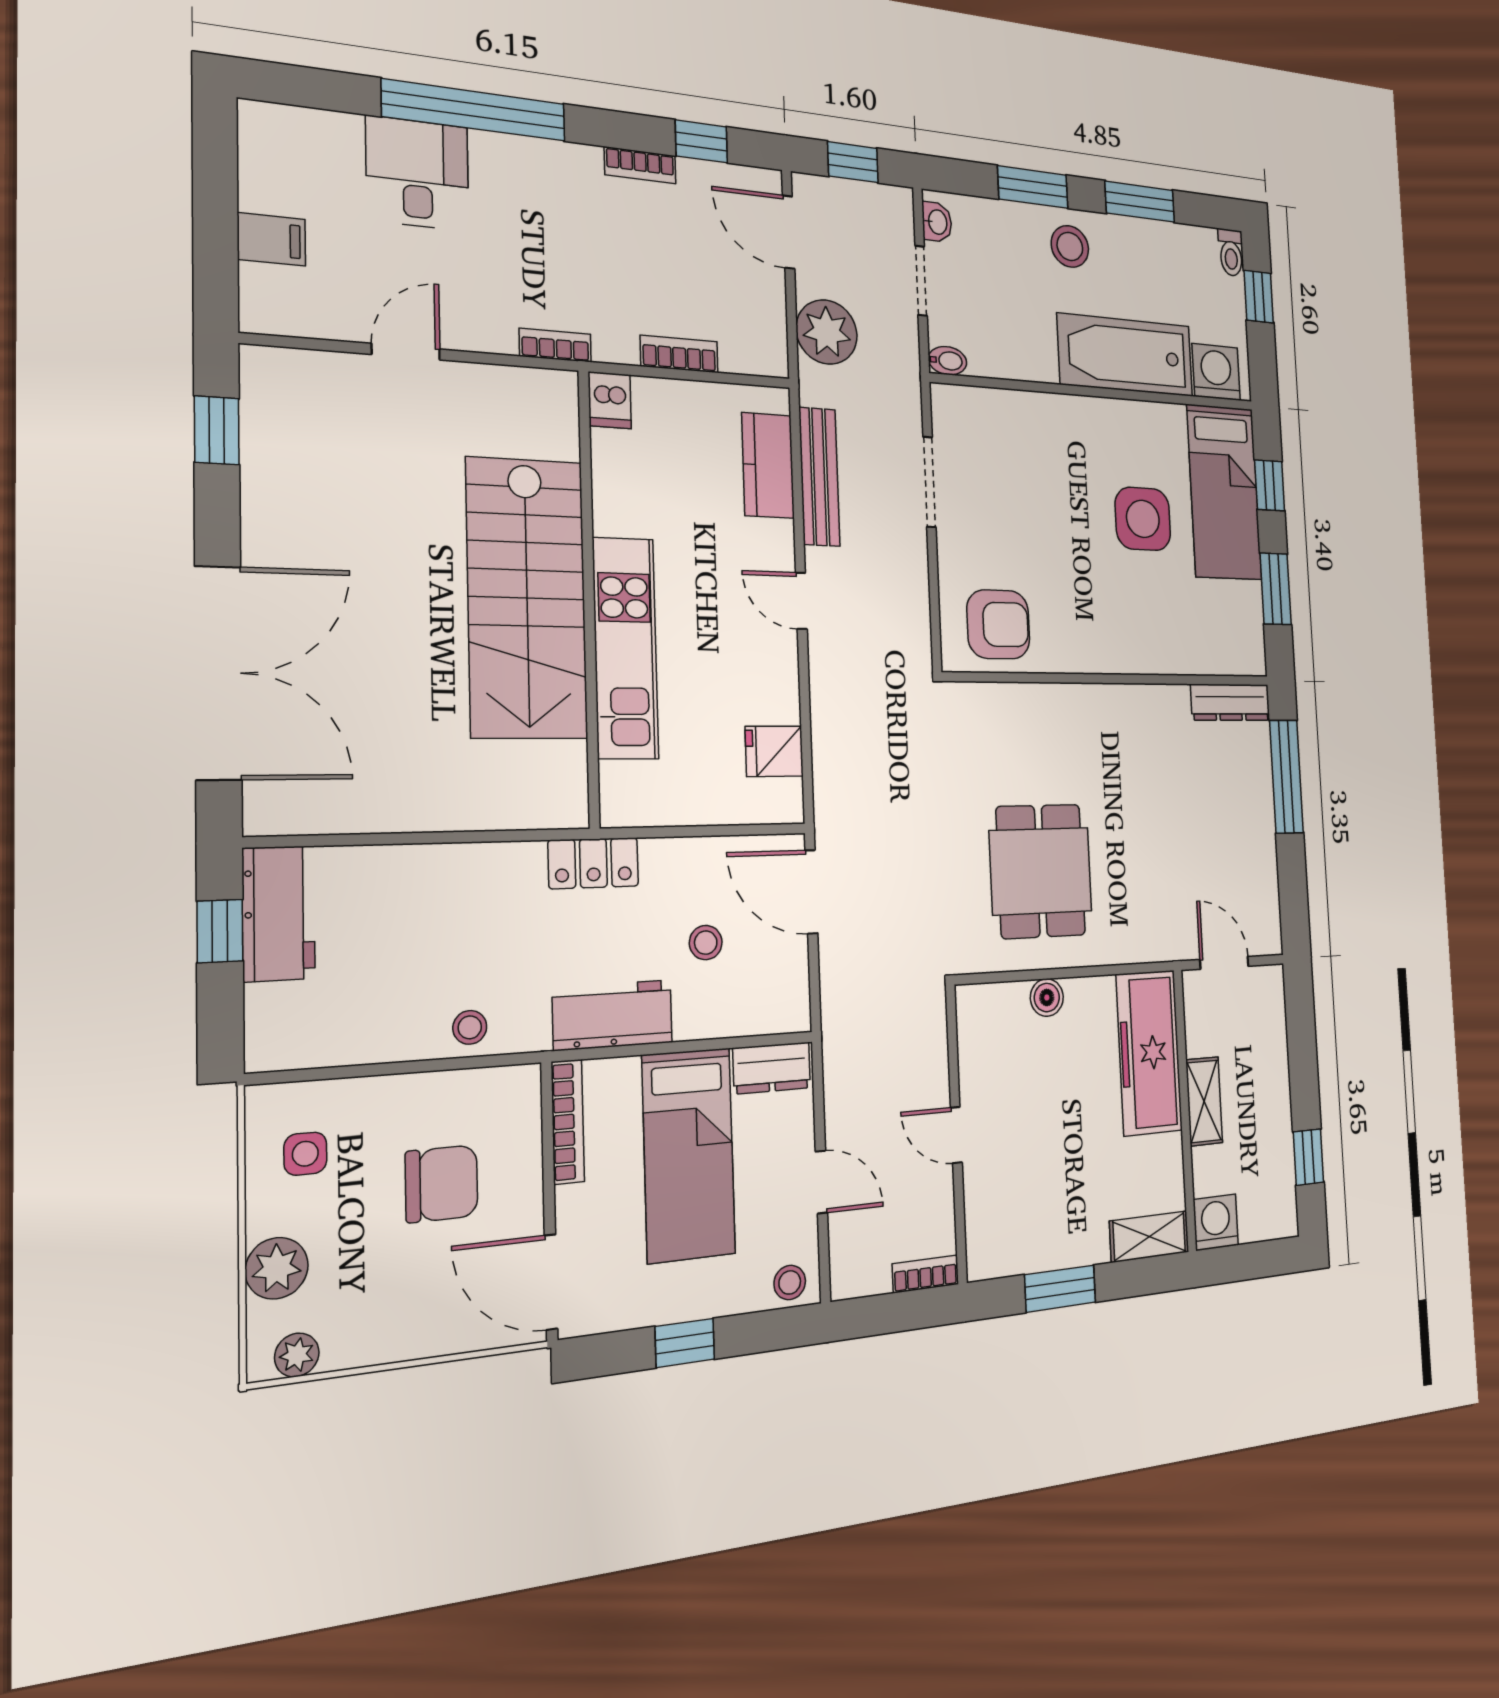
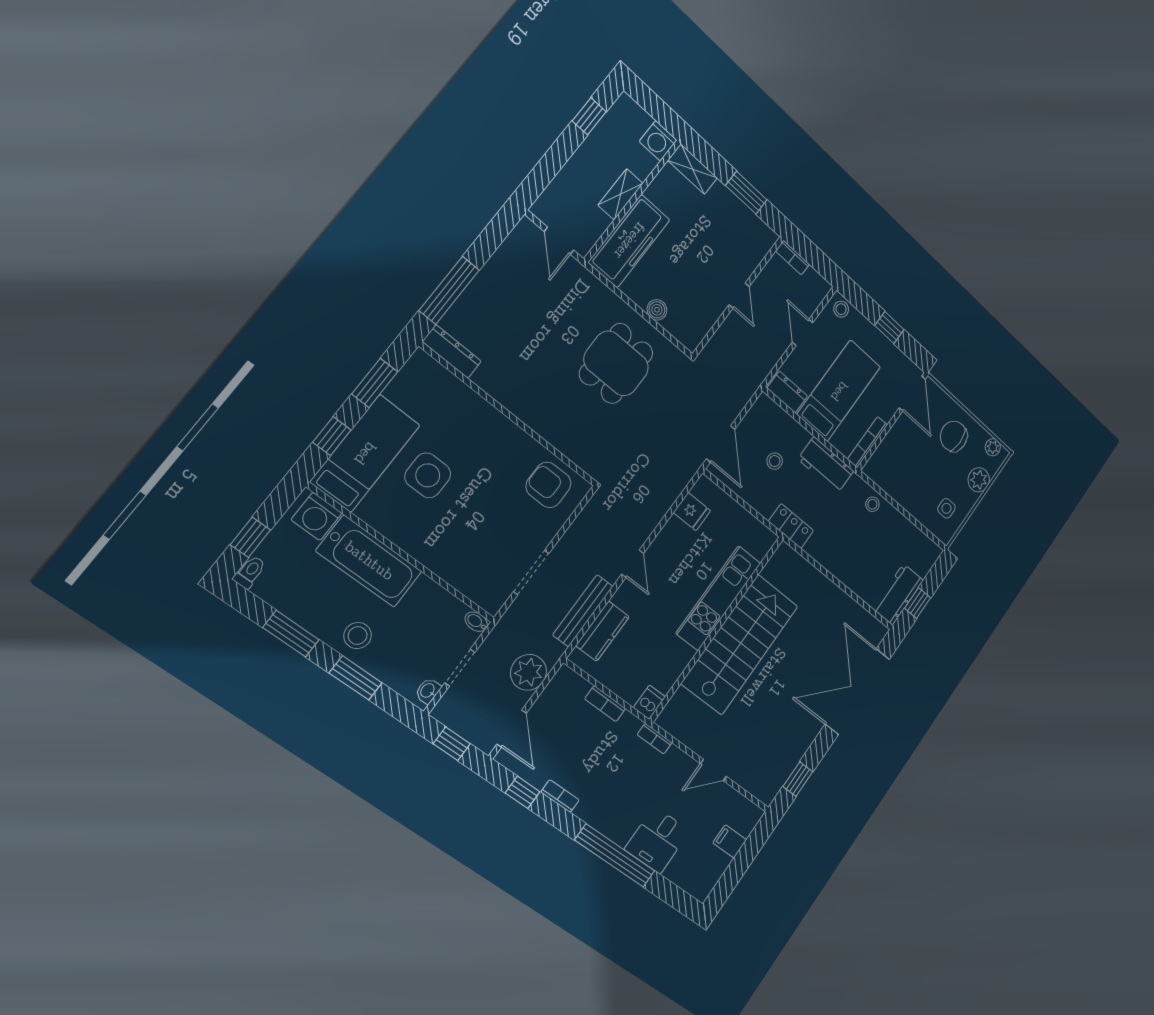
chair: (442, 1184) -> (954, 436), moved

